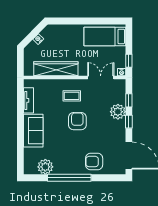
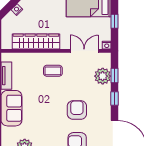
window: (129, 61) -> (115, 21), moved
plant: (118, 112) -> (103, 76), moved
armchair: (77, 121) -> (77, 110), moved

